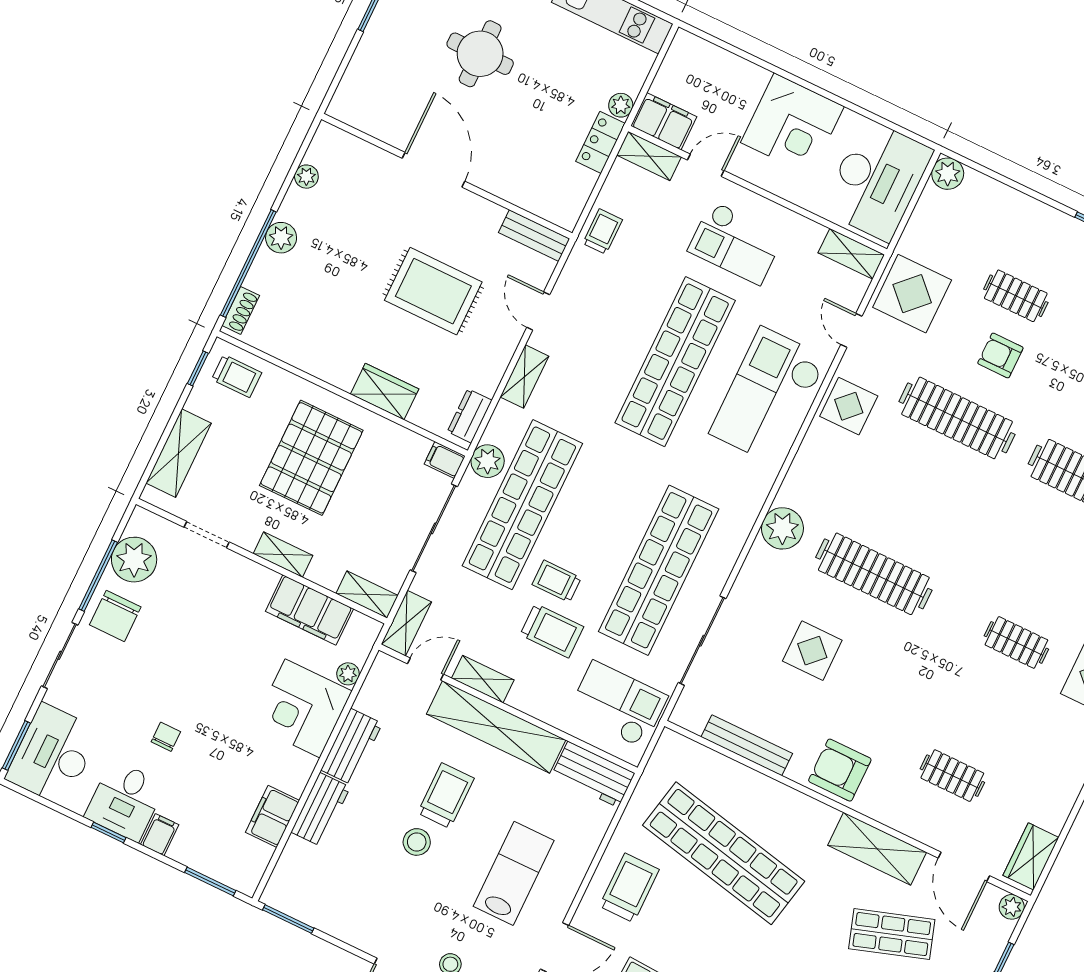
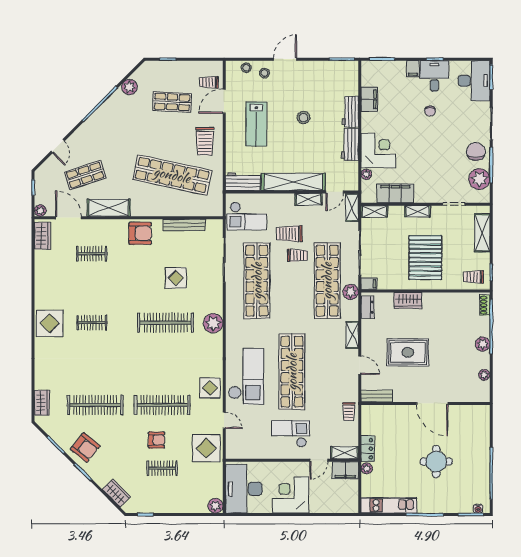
shelving: (851, 254) -> (240, 453), removed
trolley: (446, 796) -> (301, 143), removed

